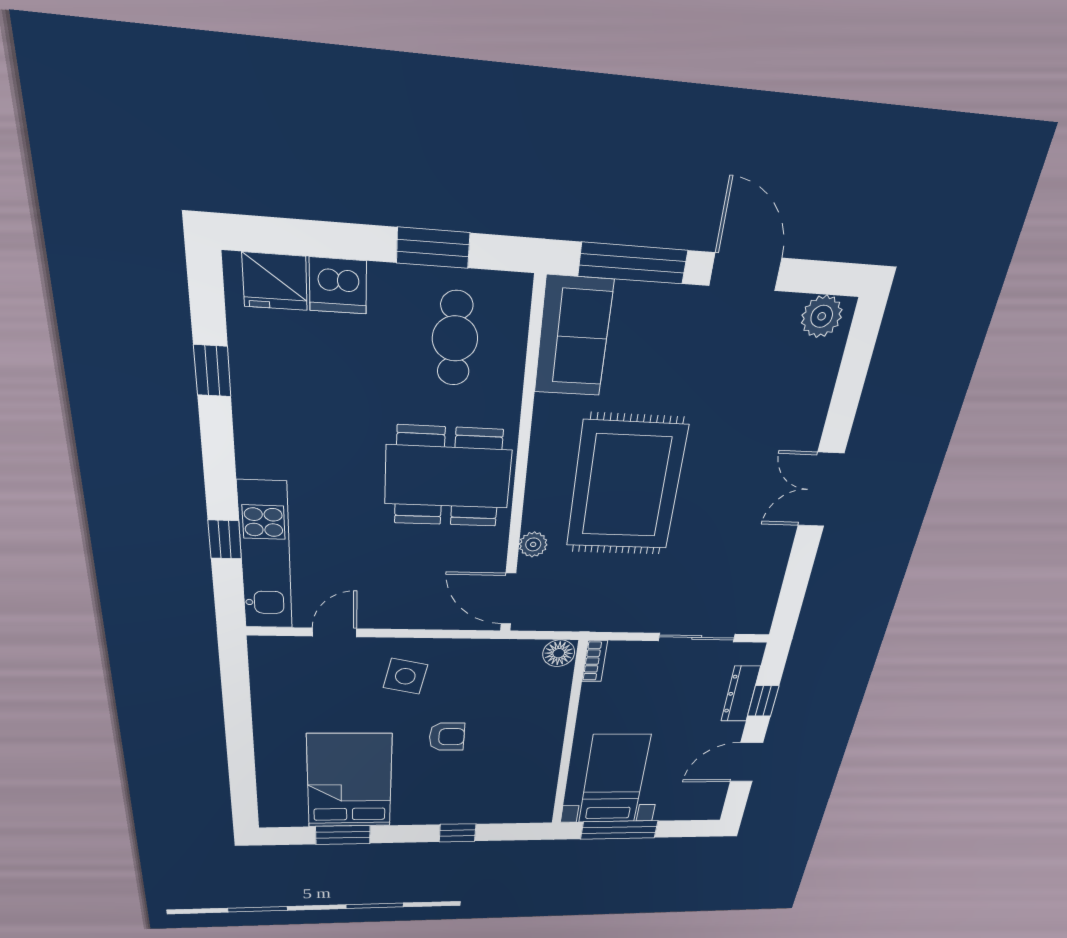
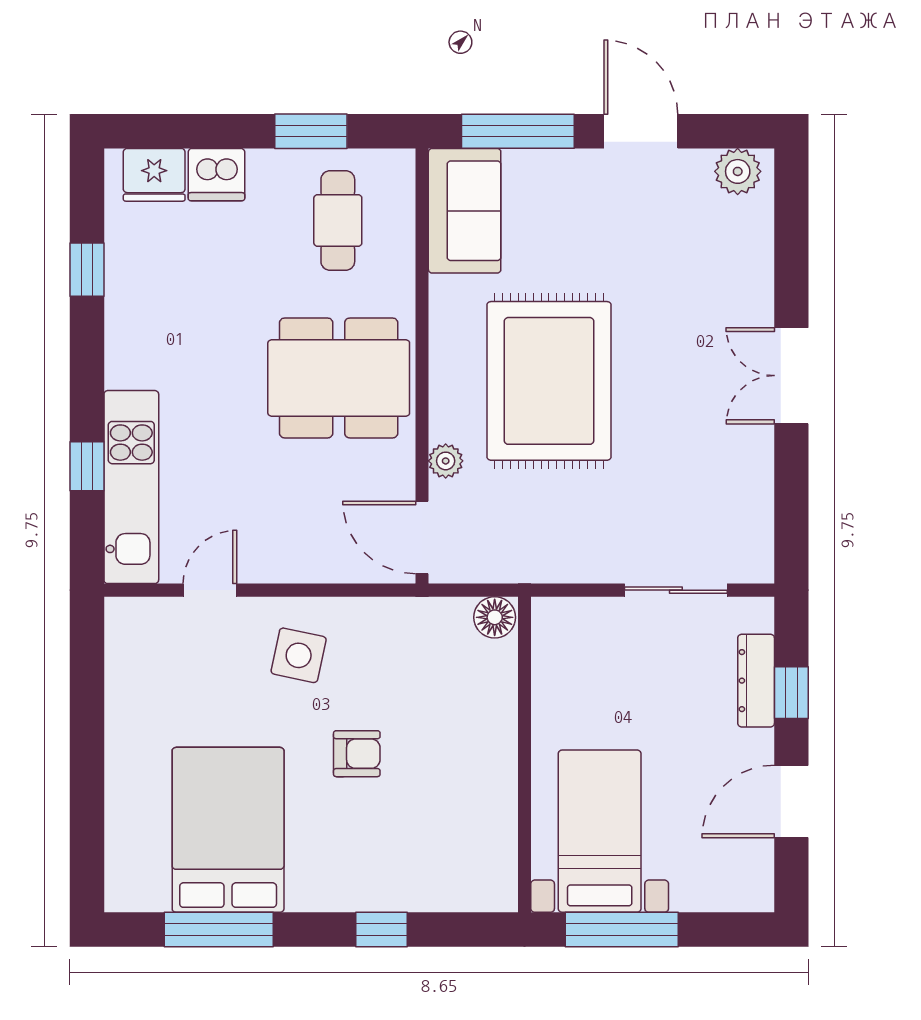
bookcase: (595, 661) -> (544, 629), removed
window: (343, 835) -> (219, 930), width x1.44

